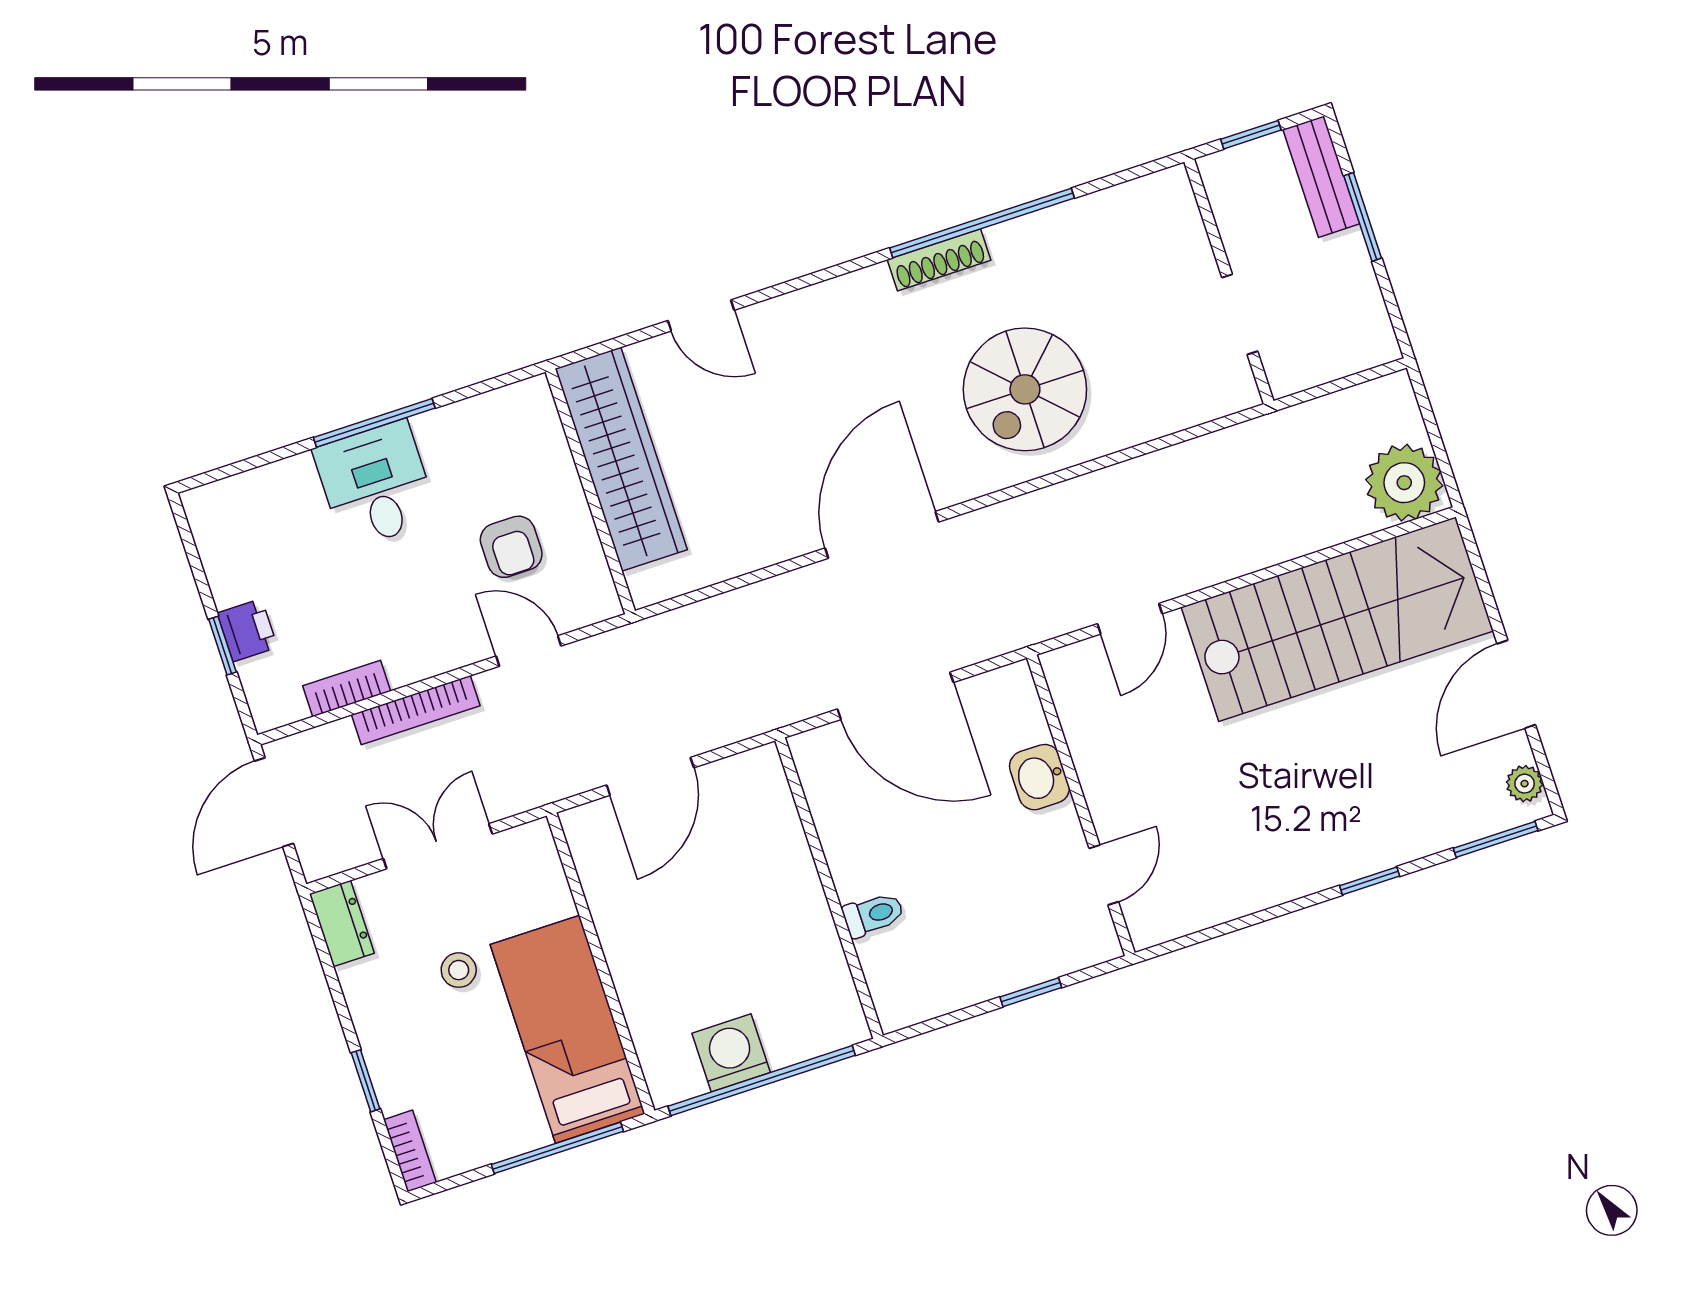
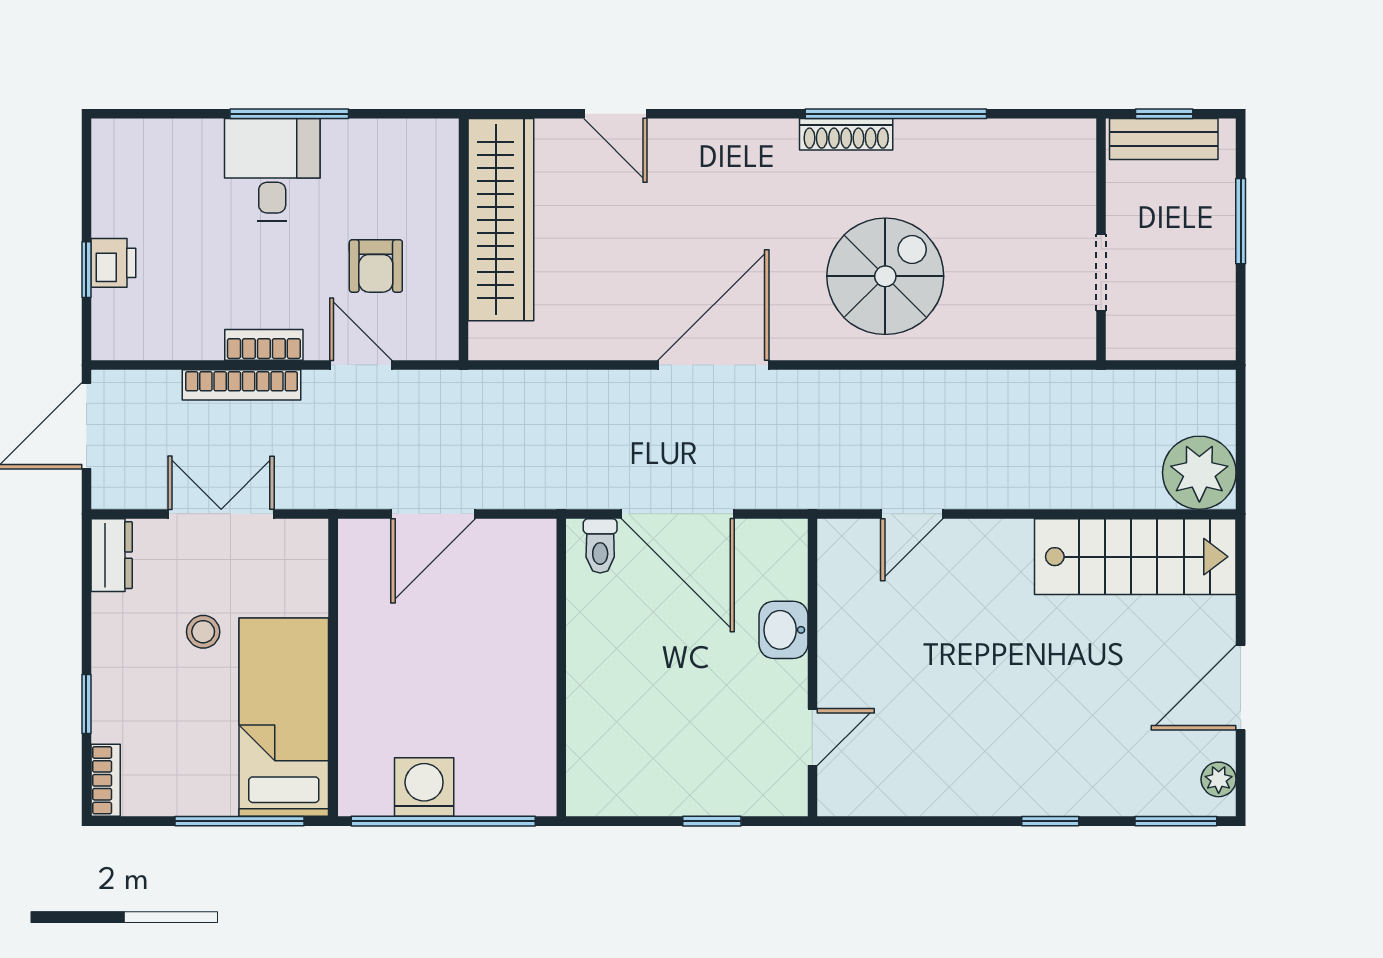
bench: (1321, 177) -> (1164, 139), moved, turned 90
spiral stairs: (1025, 389) -> (885, 276), turned 180
stairs: (1337, 619) -> (1135, 557), width x0.73, depth x0.66
bookcase: (347, 688) -> (264, 345), moved
toilet: (873, 915) -> (600, 546), moved, turned 90

